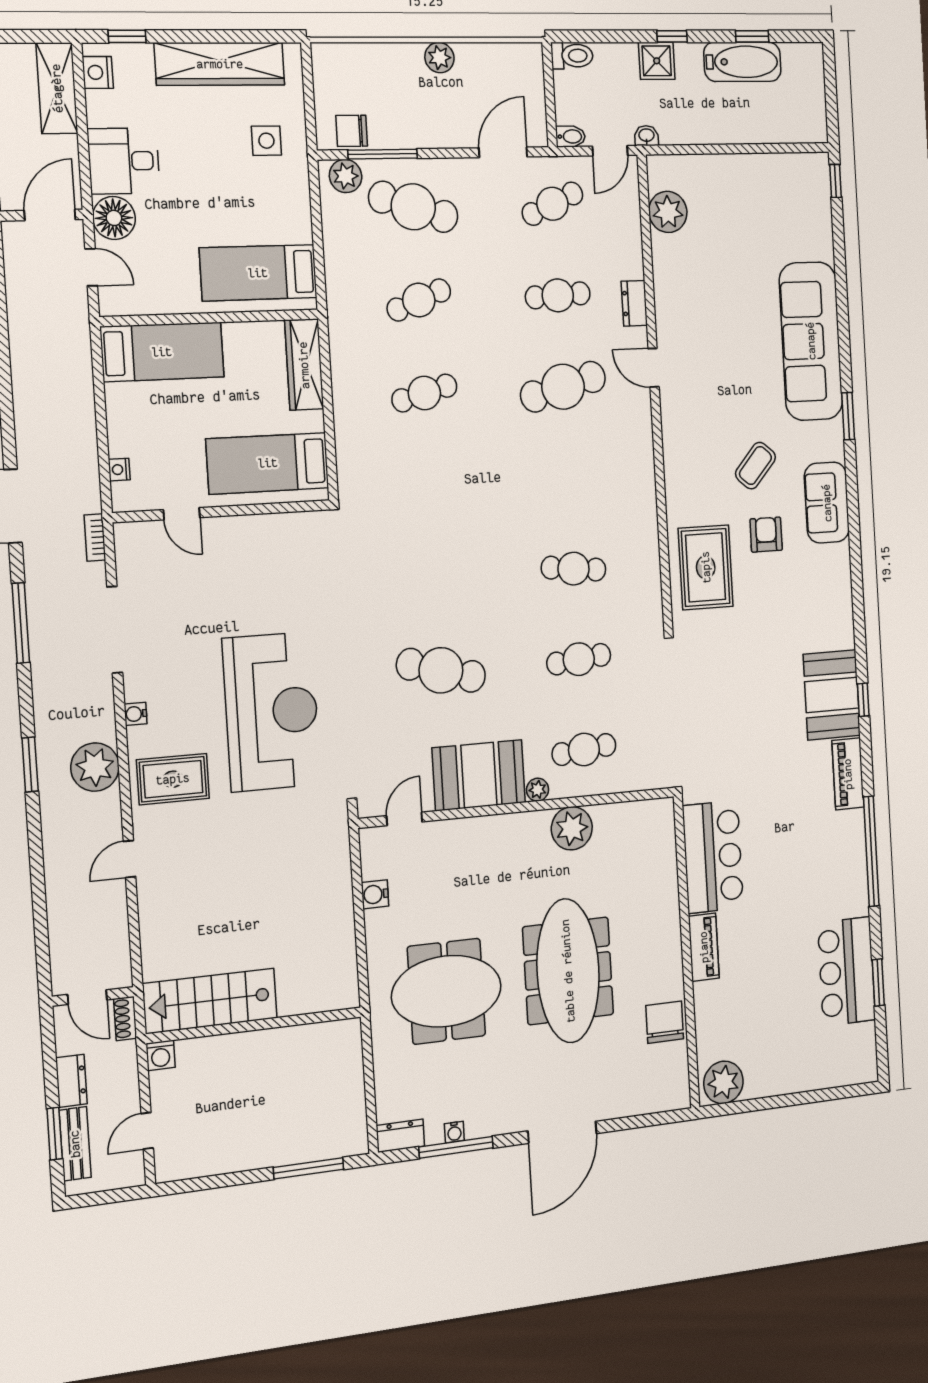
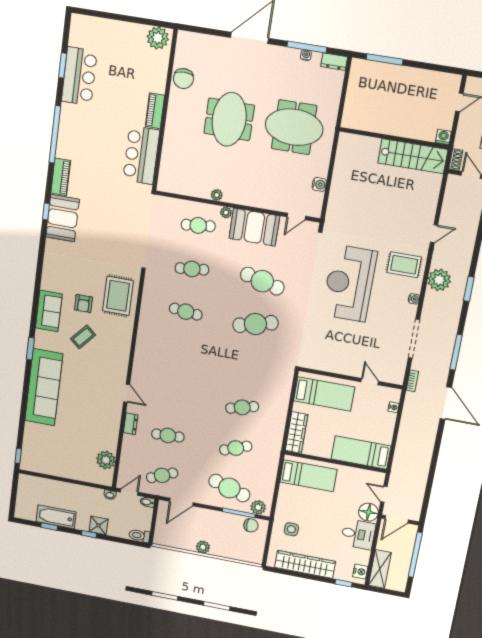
cafe table: (563, 387) -> (255, 324), moved
plant: (572, 828) -> (217, 195), width x0.53, depth x0.53
meeting table: (568, 971) -> (229, 119), width x0.73

